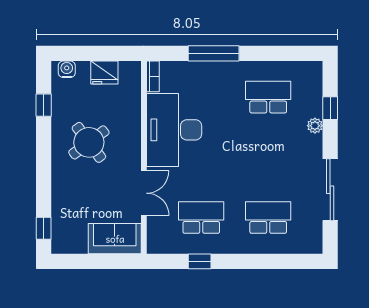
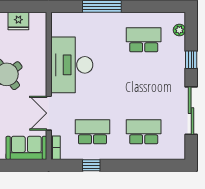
bookcase: (153, 76) -> (56, 148), moved
window: (330, 108) -> (191, 60), moved
plant: (315, 126) -> (179, 30), moved
double door: (144, 193) -> (49, 113), swing flipped

